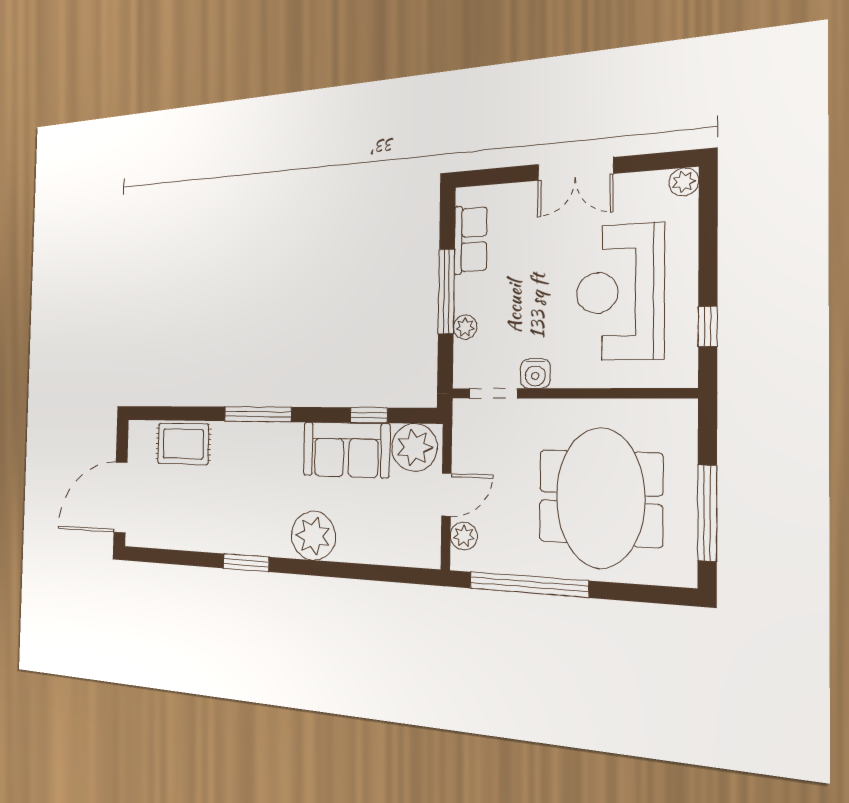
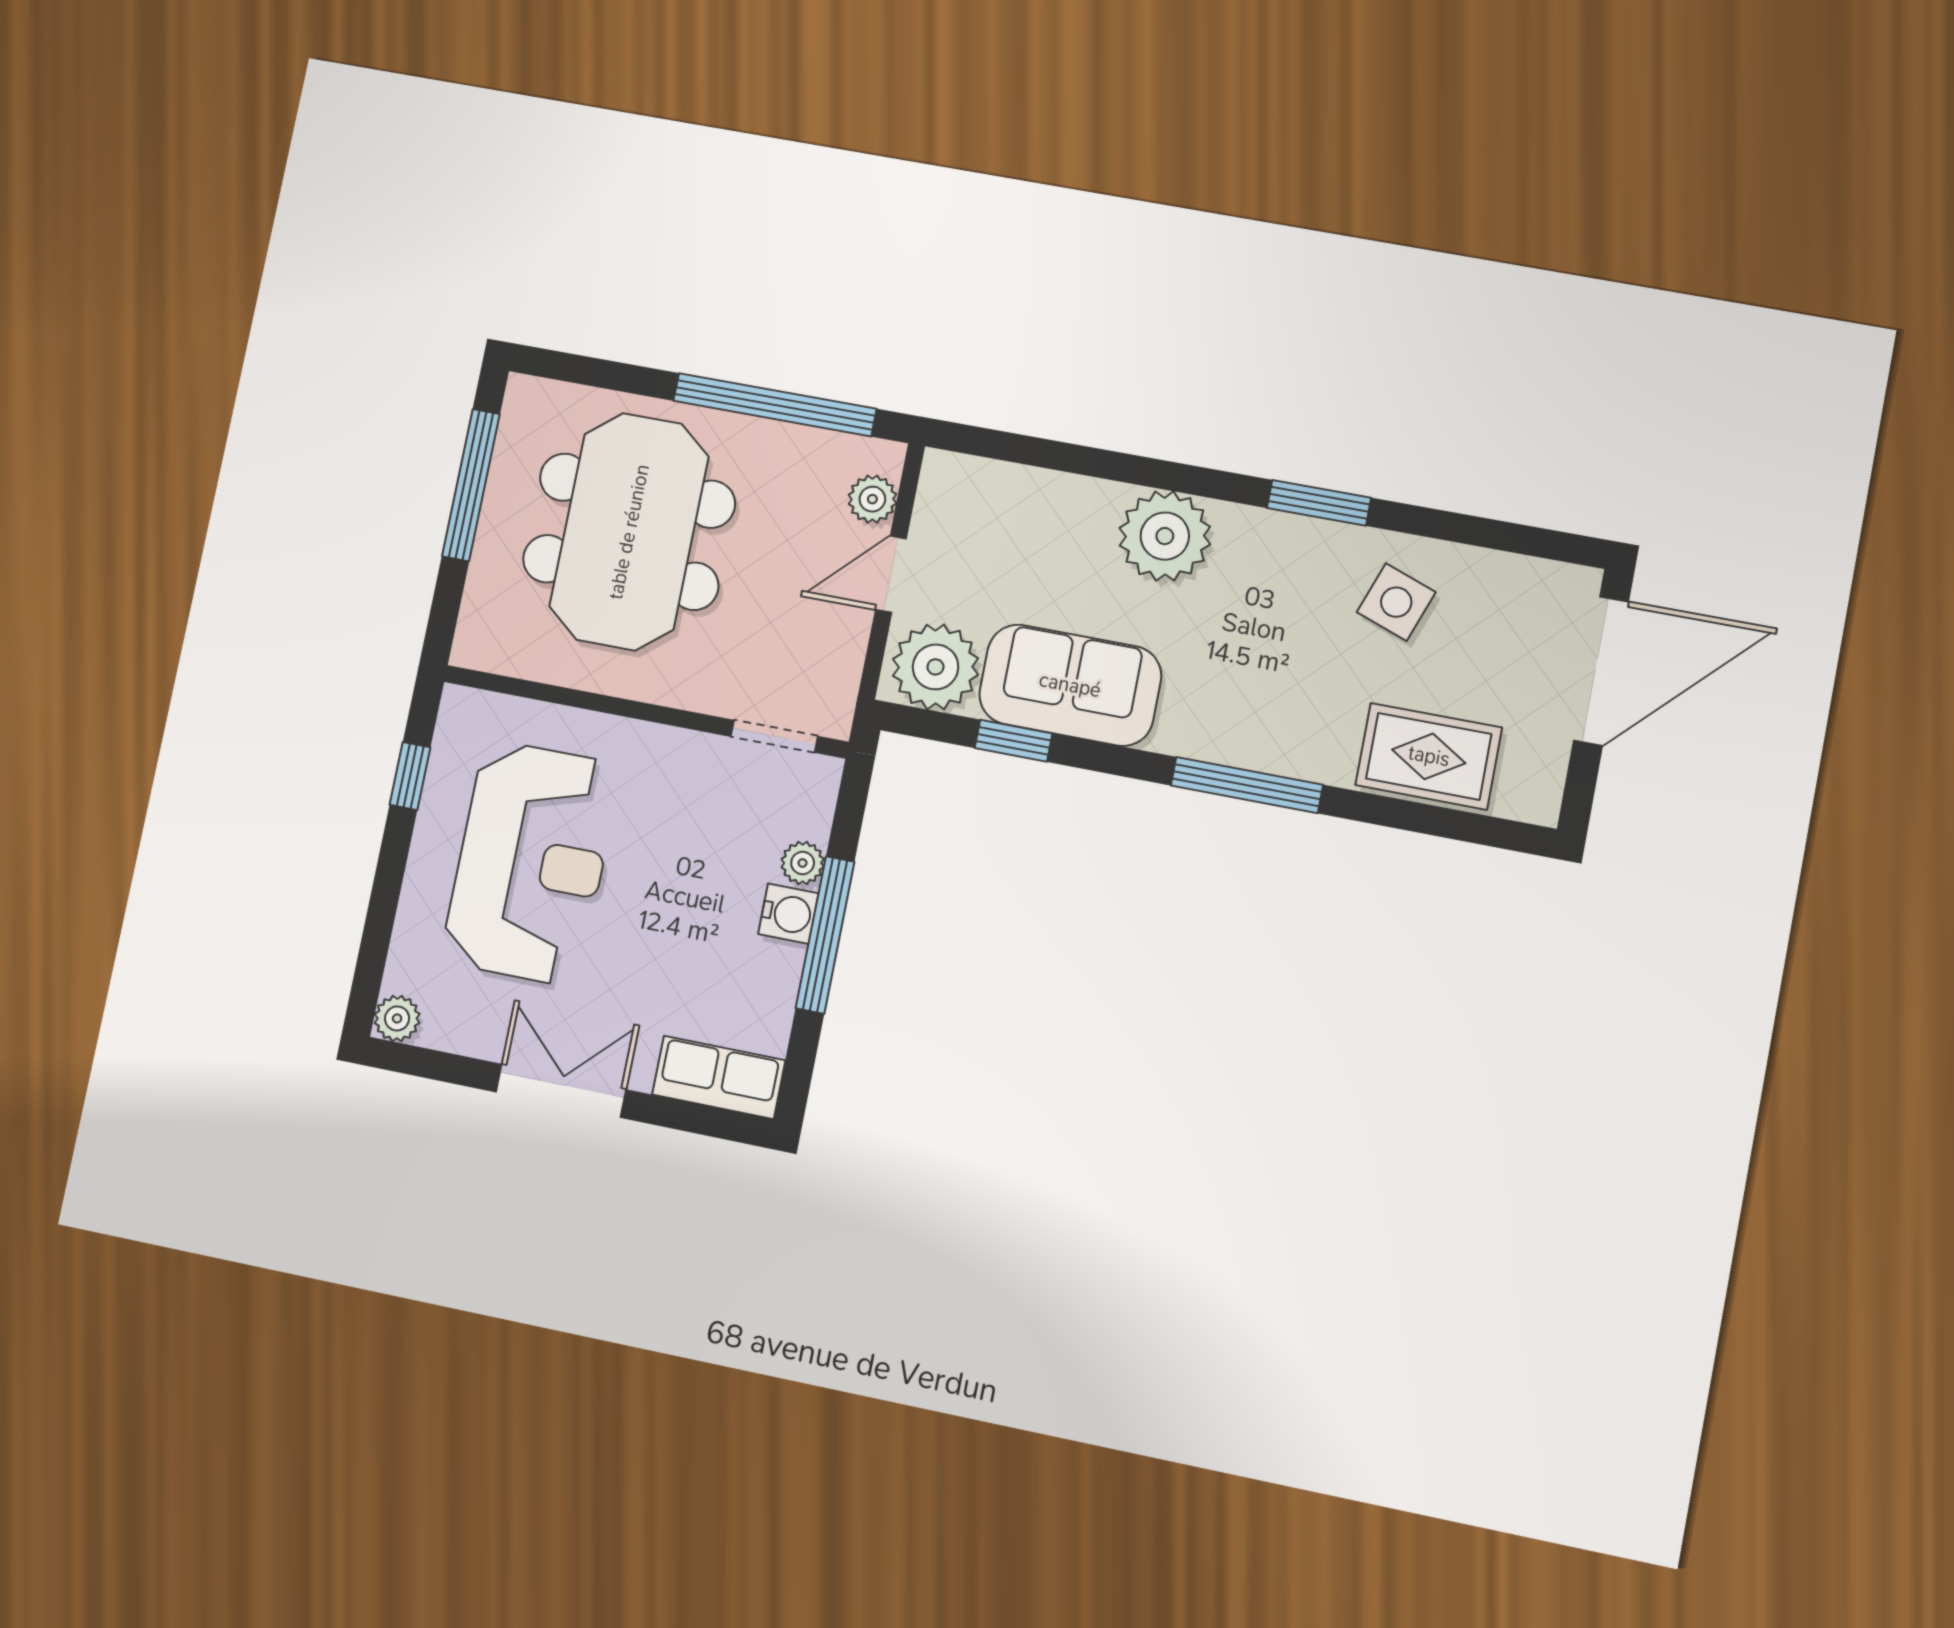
row of seats: (471, 240) -> (719, 1077), moved, turned 90
water cooler: (535, 373) -> (788, 914), moved, turned 90
side table: (206, 517) -> (1396, 602), added

